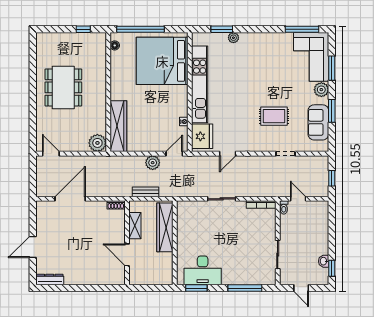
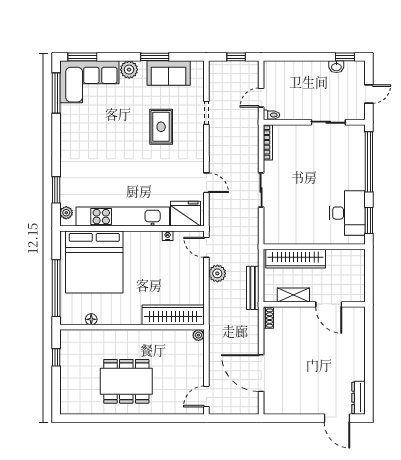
plant: (233, 38) -> (66, 213), moved
floor lamp: (115, 45) -> (91, 319), moved
window: (332, 68) -> (82, 57), moved
plant: (97, 143) -> (198, 335), width x0.53, depth x0.53
bench: (145, 192) -> (253, 288), width x1.36
door: (33, 247) -> (337, 418), moved
door: (127, 255) -> (329, 304), hinge flipped
window: (245, 288) -> (369, 162), width x1.46

